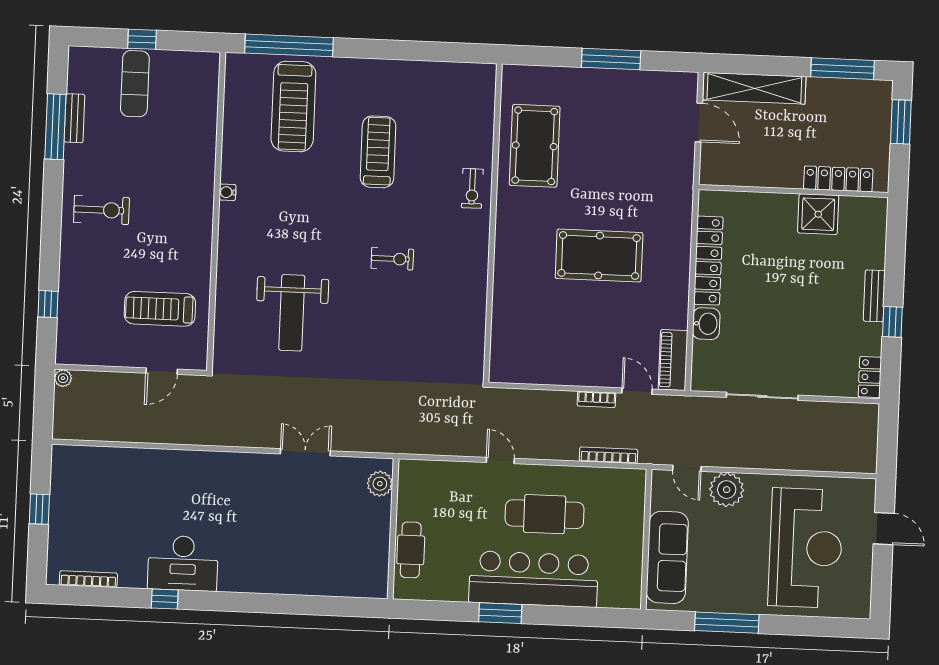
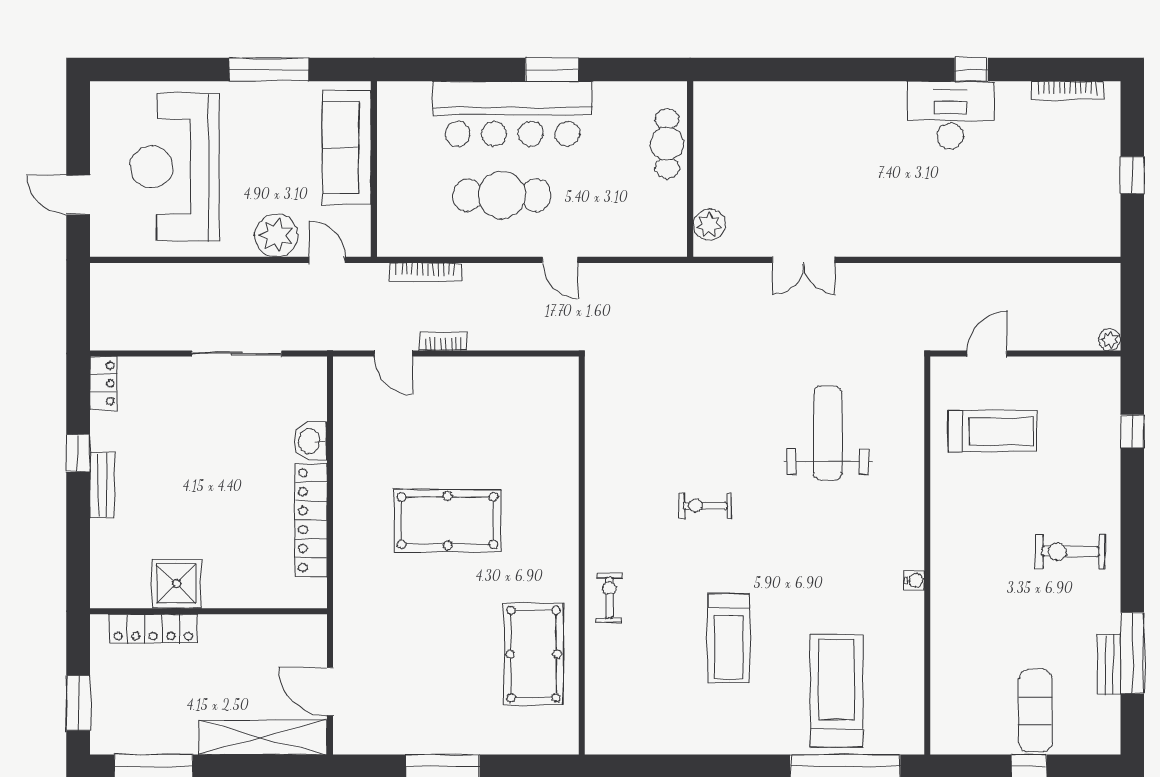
piano: (673, 360) -> (350, 394), removed

